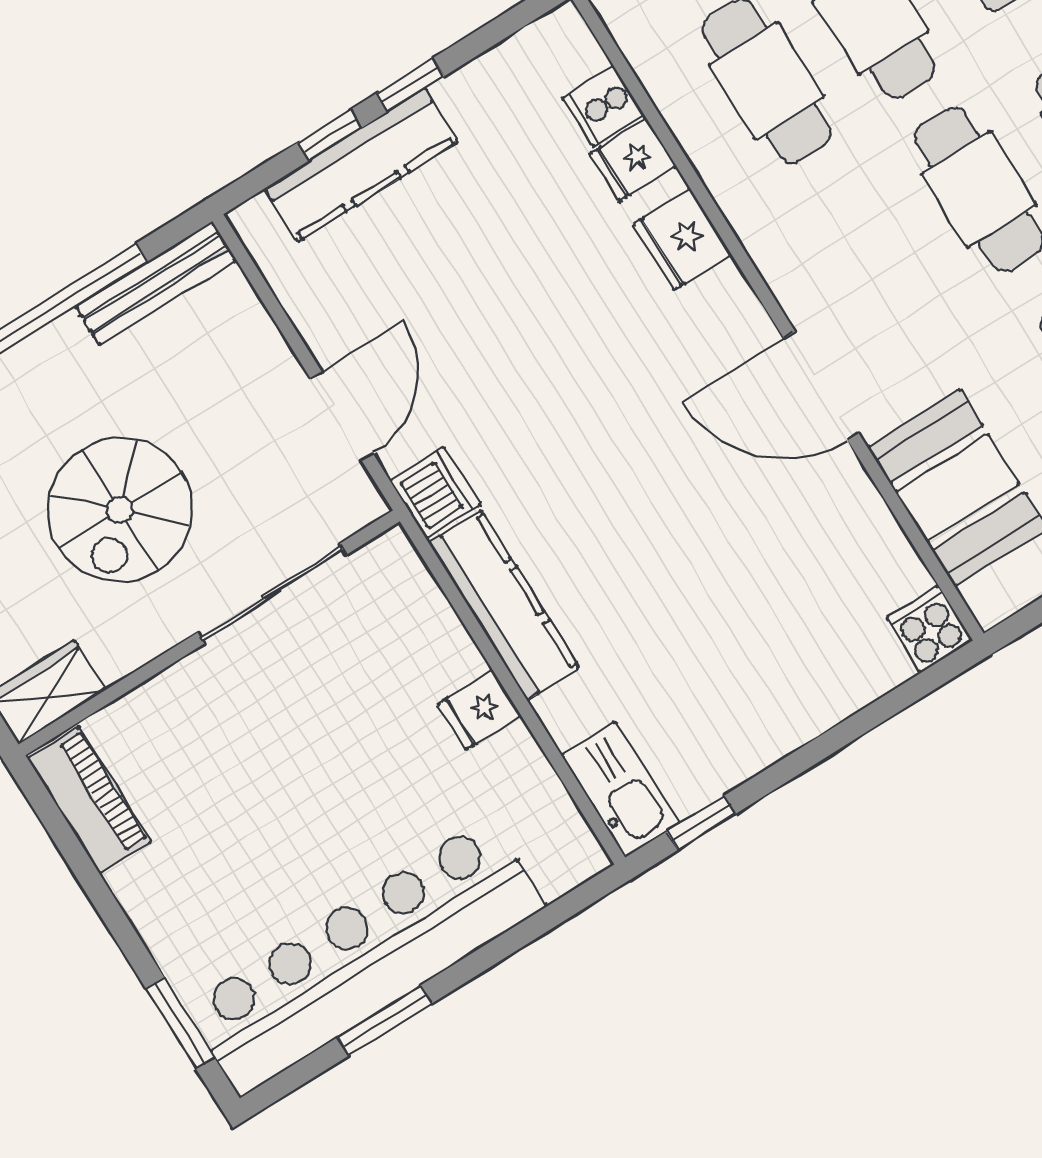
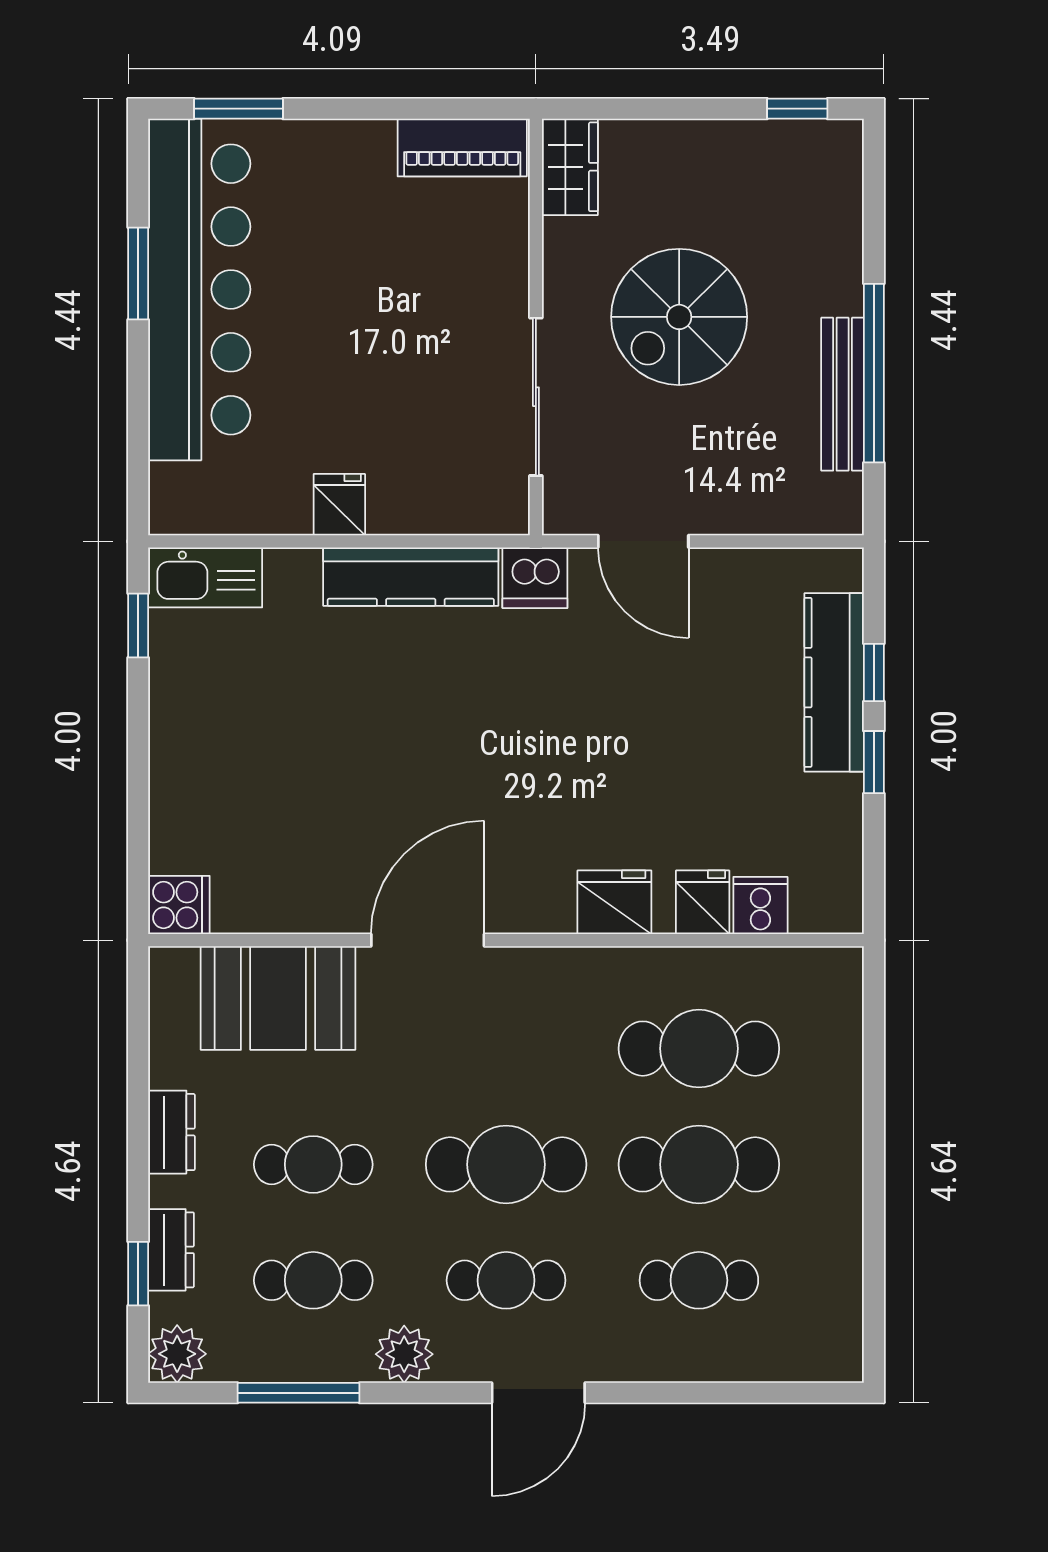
bench: (156, 283) -> (843, 394), moved
spiral stairs: (120, 510) -> (679, 317), turned -90

